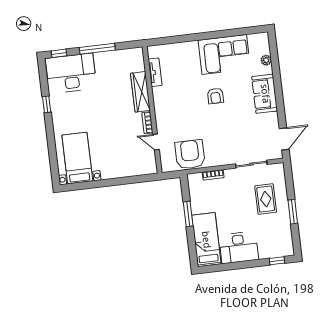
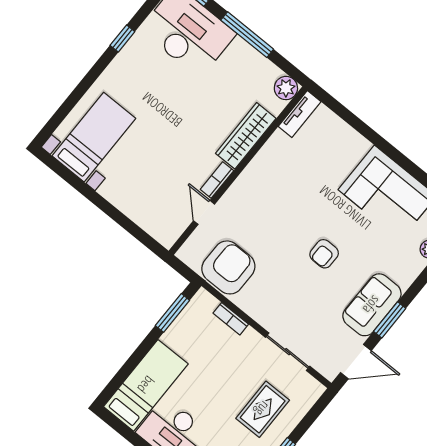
plant: (137, 54) -> (286, 88), added
tv unit: (155, 72) -> (300, 114), moved
sofa: (265, 94) -> (372, 305), moved
armchair: (215, 96) -> (324, 254), moved
window: (280, 107) -> (390, 320), added
window: (188, 214) -> (172, 313), moved

